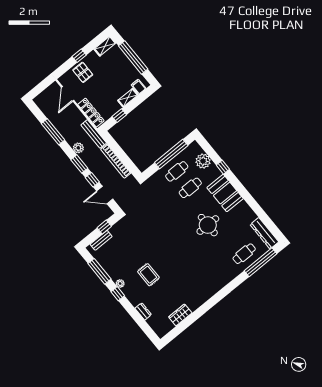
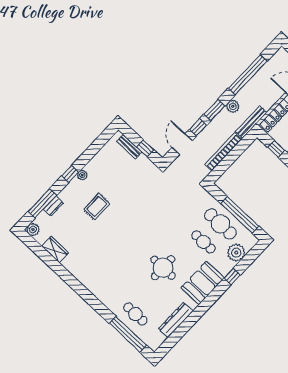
window: (53, 132) -> (248, 75), width x1.46
cafe table: (177, 171) -> (220, 224), width x1.37, depth x1.35
dresser: (264, 233) -> (176, 320), moved
window: (99, 271) -> (42, 203), moved
plant: (161, 331) -> (33, 230), added

